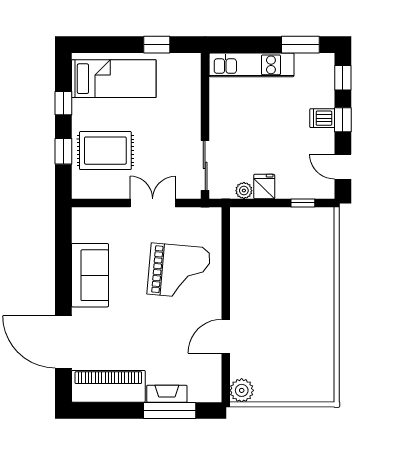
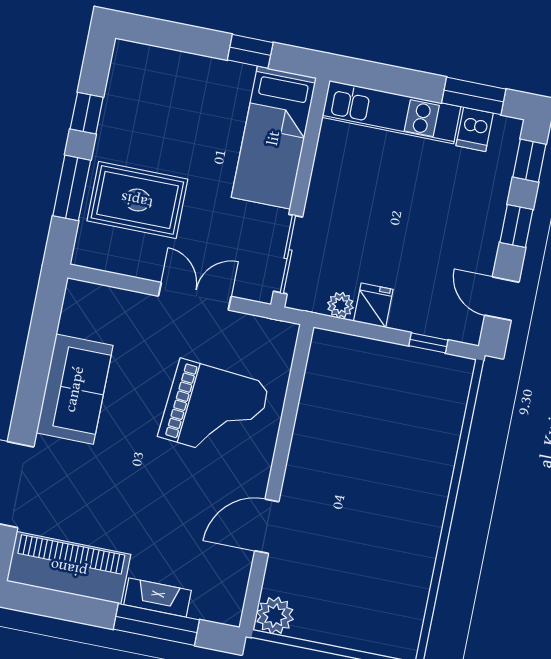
bed: (114, 79) -> (274, 138), moved, turned 90
dishwasher: (322, 118) -> (475, 129), moved, turned -90
window: (63, 151) -> (72, 188), width x1.50

